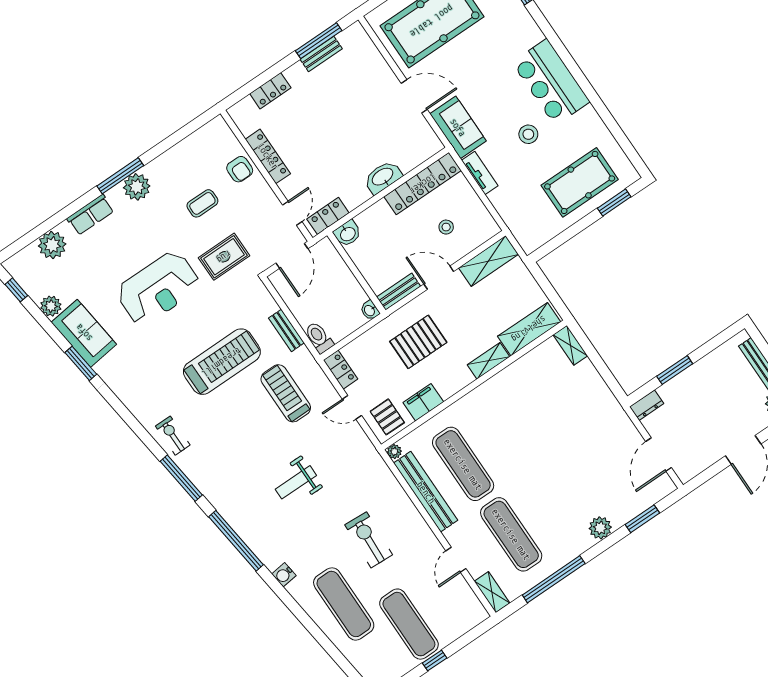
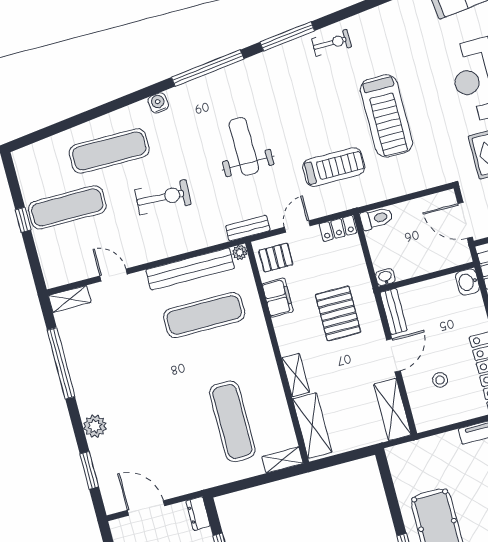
bench: (286, 330) -> (248, 228), moved
weight bench: (296, 482) -> (244, 146), width x1.36, depth x1.33
exercise mat: (511, 534) -> (232, 421), moved, turned 90

